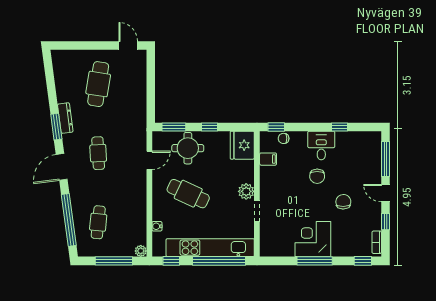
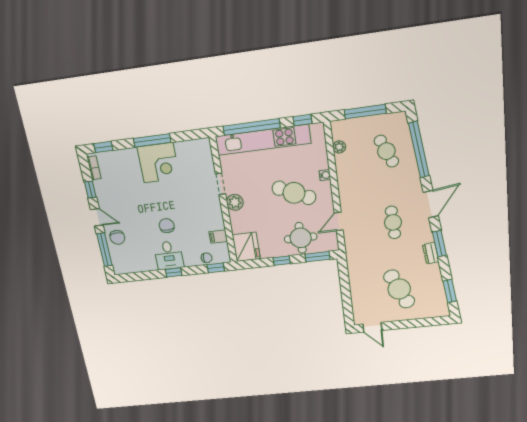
window: (50, 76) -> (450, 291), added
cafe table: (98, 84) -> (399, 289), turned -33
dresser: (65, 118) -> (431, 253), width x0.70
window: (339, 127) -> (174, 272), moved
chair: (343, 202) -> (117, 237), moved
cafe table: (98, 222) -> (386, 151), turned -30
water cooler: (157, 226) -> (325, 175), moved
plant: (141, 251) -> (339, 147), moved

